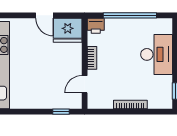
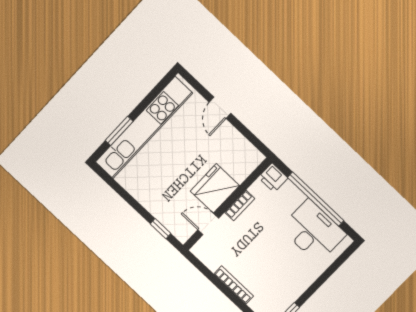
door: (44, 15) -> (220, 108), moved
fridge: (68, 30) -> (215, 188), moved, turned 90
desk: (157, 54) -> (313, 231), moved, turned -90

